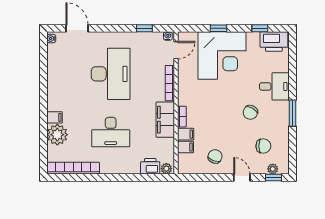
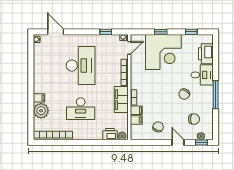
printer: (274, 42) -> (206, 54), moved, turned 90
window: (293, 113) -> (216, 95), width x1.44

